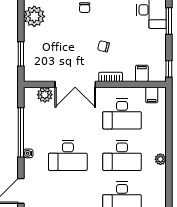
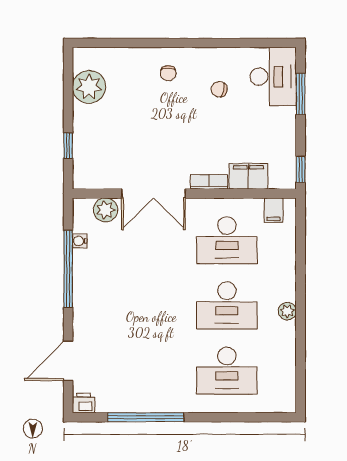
chair: (103, 46) -> (219, 89), moved
window: (21, 54) -> (68, 146), width x0.67
filing cabinet: (142, 73) -> (248, 176), width x2.00
water cooler: (28, 153) -> (80, 241), moved
desk: (68, 156) -> (142, 305), removed

